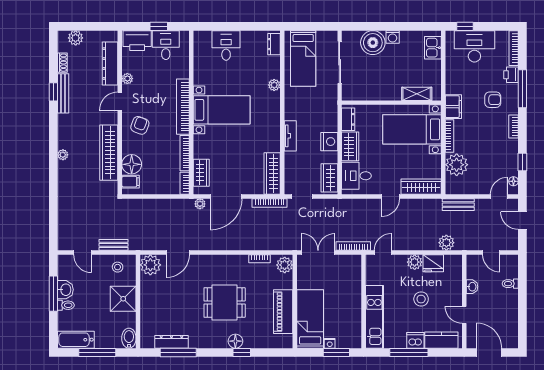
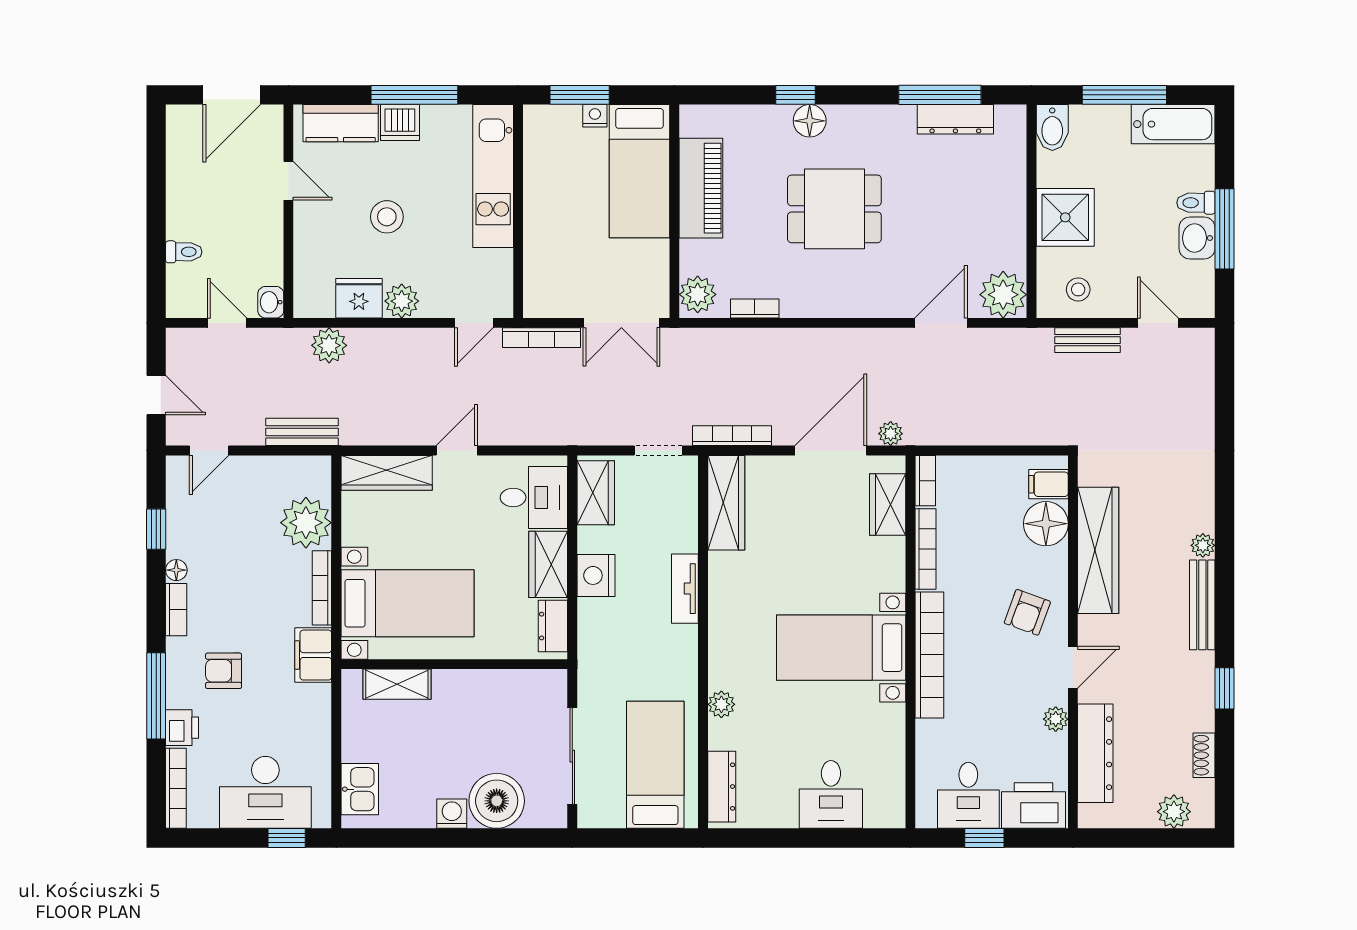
dresser: (274, 44) -> (722, 787), width x1.44
bench: (63, 93) -> (1202, 605), moved
floor lamp: (513, 181) -> (176, 570), moved
washbasin: (472, 287) -> (271, 302), moved
door: (489, 353) -> (232, 95), hinge flipped

